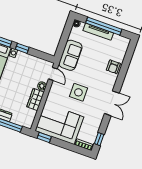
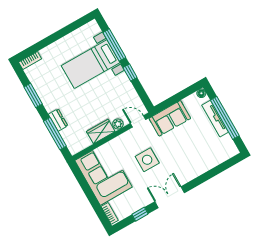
armchair: (113, 67) -> (201, 164), removed
door: (53, 74) -> (138, 121), swing flipped
double door: (112, 103) -> (170, 197), swing flipped
window: (44, 137) -> (78, 174), removed
window: (99, 139) -> (140, 214), moved

